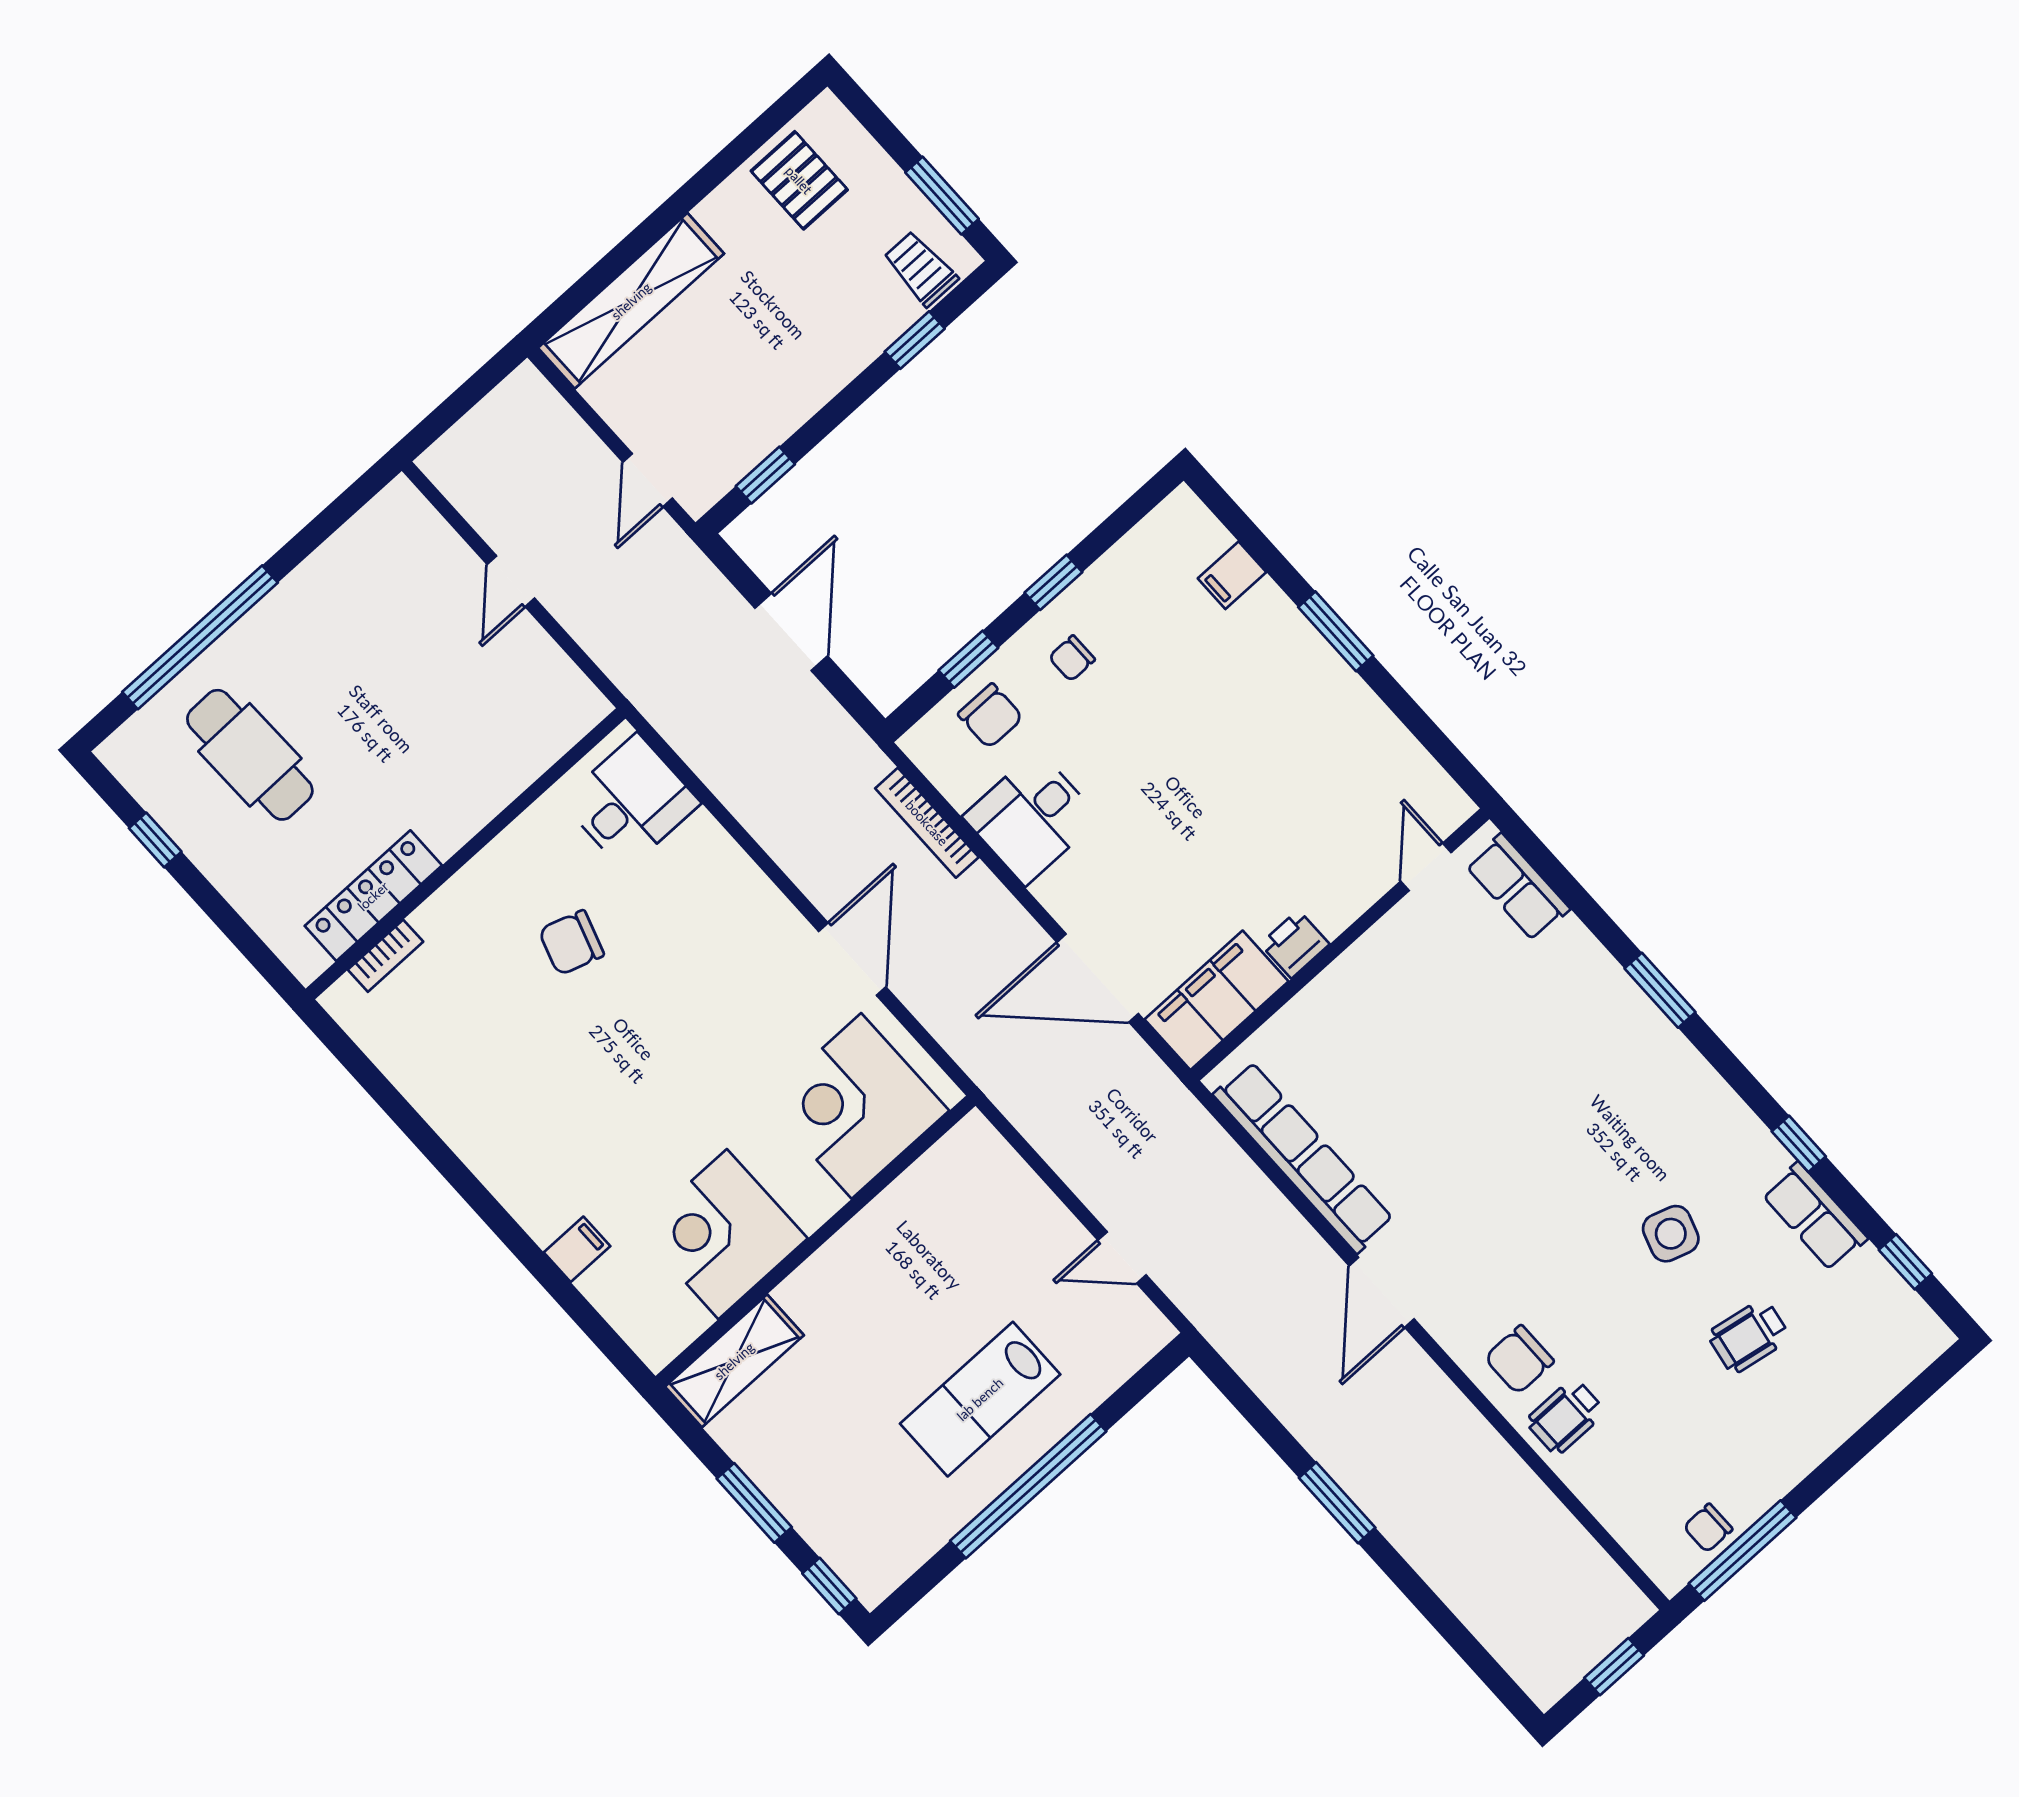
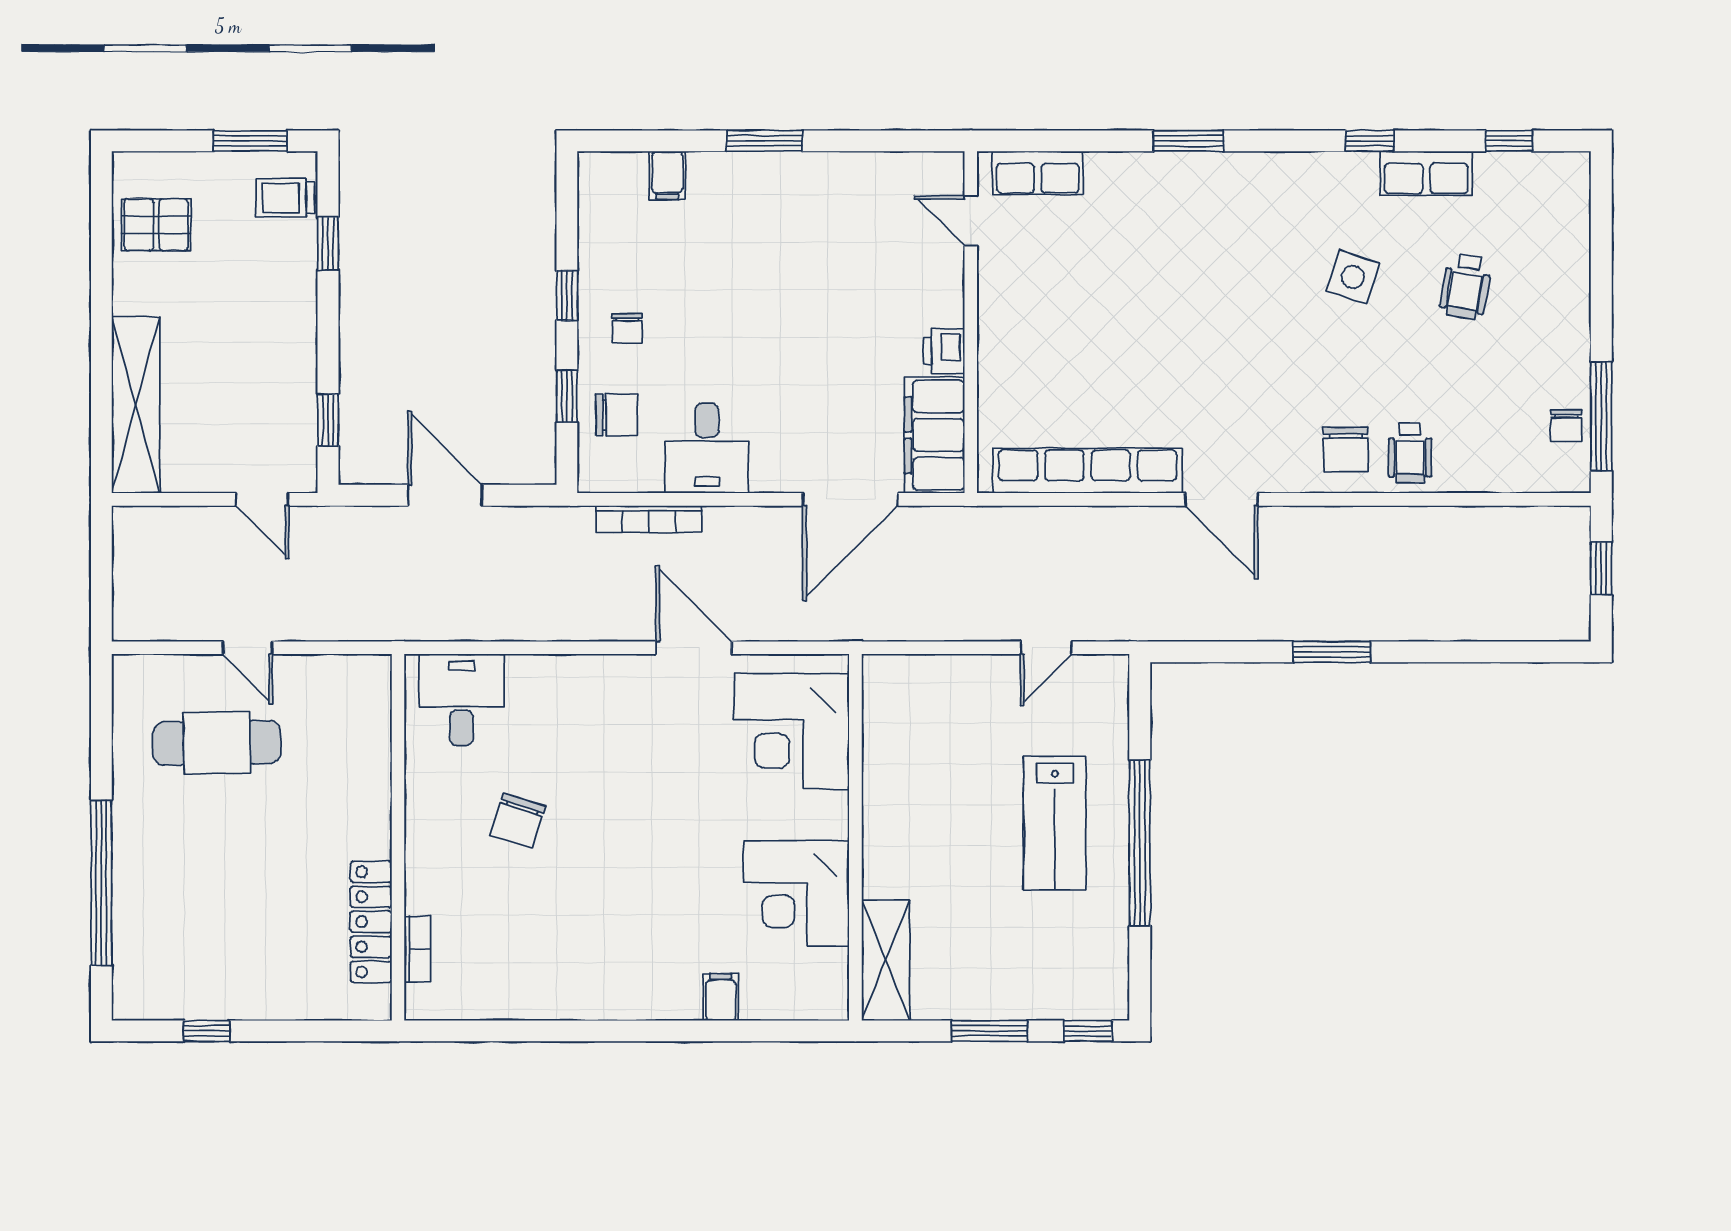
cafe table: (250, 755) -> (217, 743), moved

